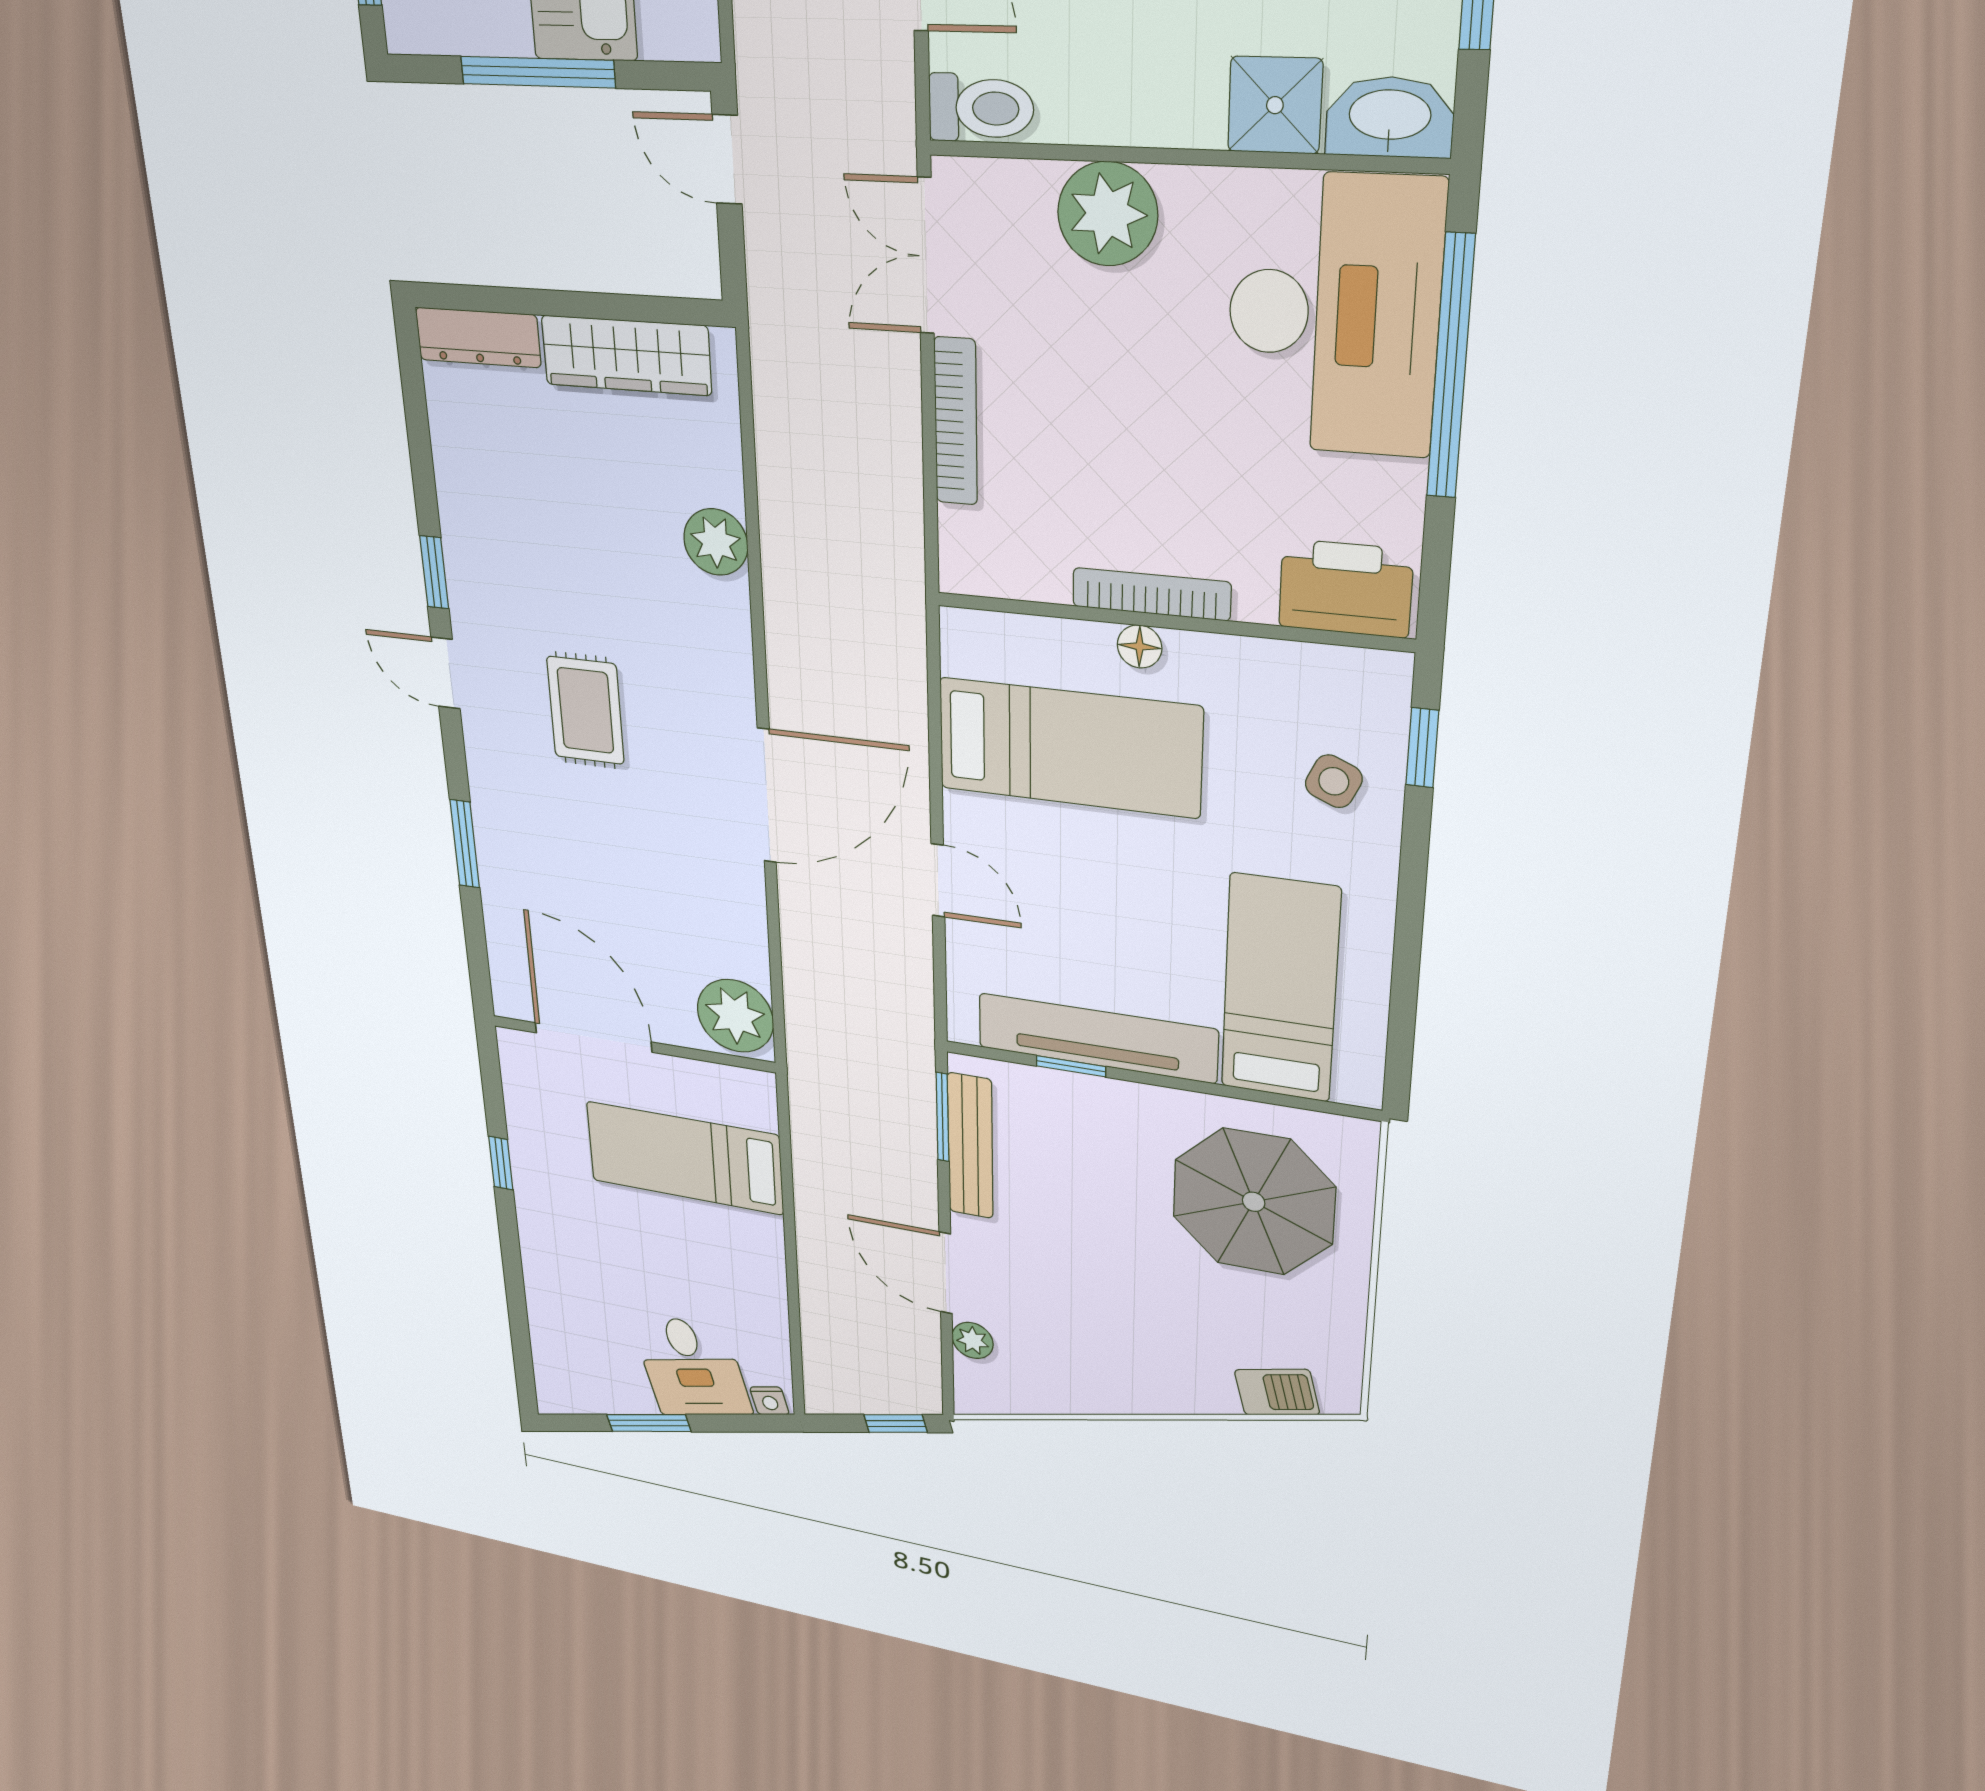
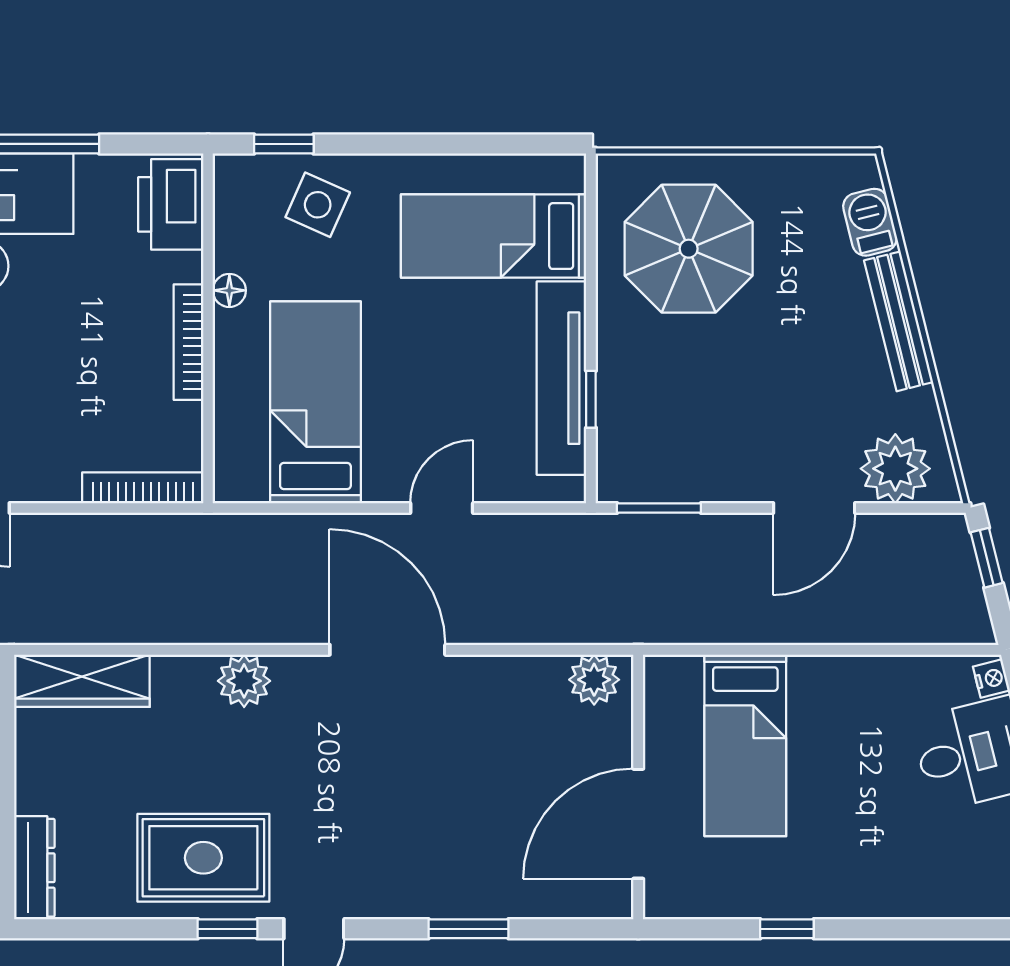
wardrobe: (626, 355) -> (82, 681), moved, turned 90
bookcase: (956, 421) -> (143, 488), moved
plant: (716, 542) -> (244, 681), moved
floor lamp: (1140, 646) -> (229, 290), moved
rug: (585, 710) -> (203, 858), moved, width x1.36, depth x1.43
side table: (1334, 781) -> (318, 205), width x1.37, depth x1.37
plant: (735, 1016) -> (594, 680), width x0.73, depth x0.73
bench: (970, 1146) -> (899, 321), moved, turned 76
plant: (973, 1340) -> (895, 469), width x1.88, depth x1.88

